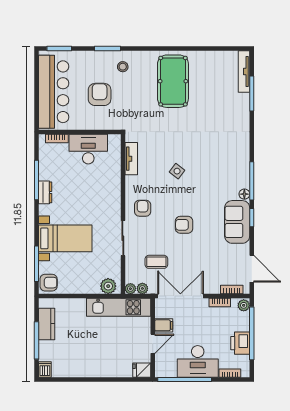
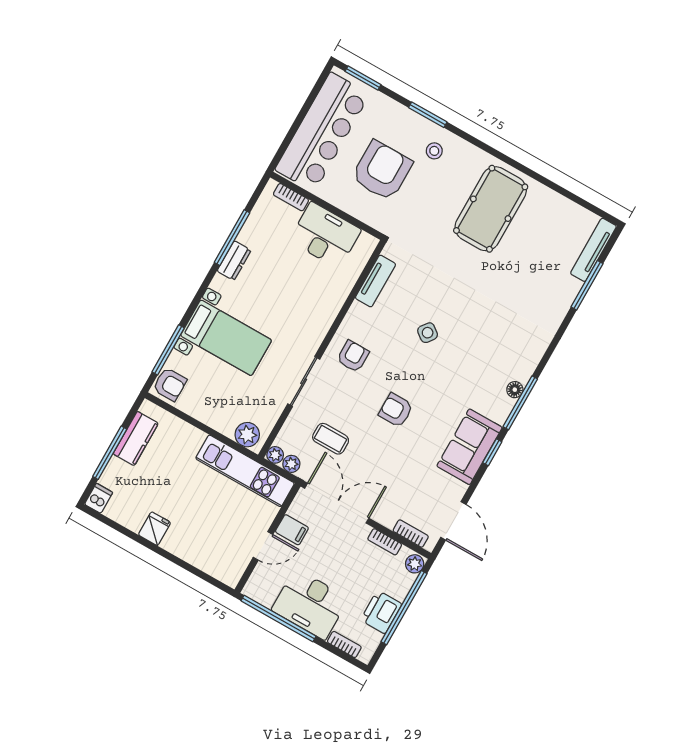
armchair: (100, 94) -> (382, 171), width x1.36, depth x1.36
floor lamp: (244, 194) -> (515, 390), moved
fridge: (142, 370) -> (154, 529), moved, turned 90

